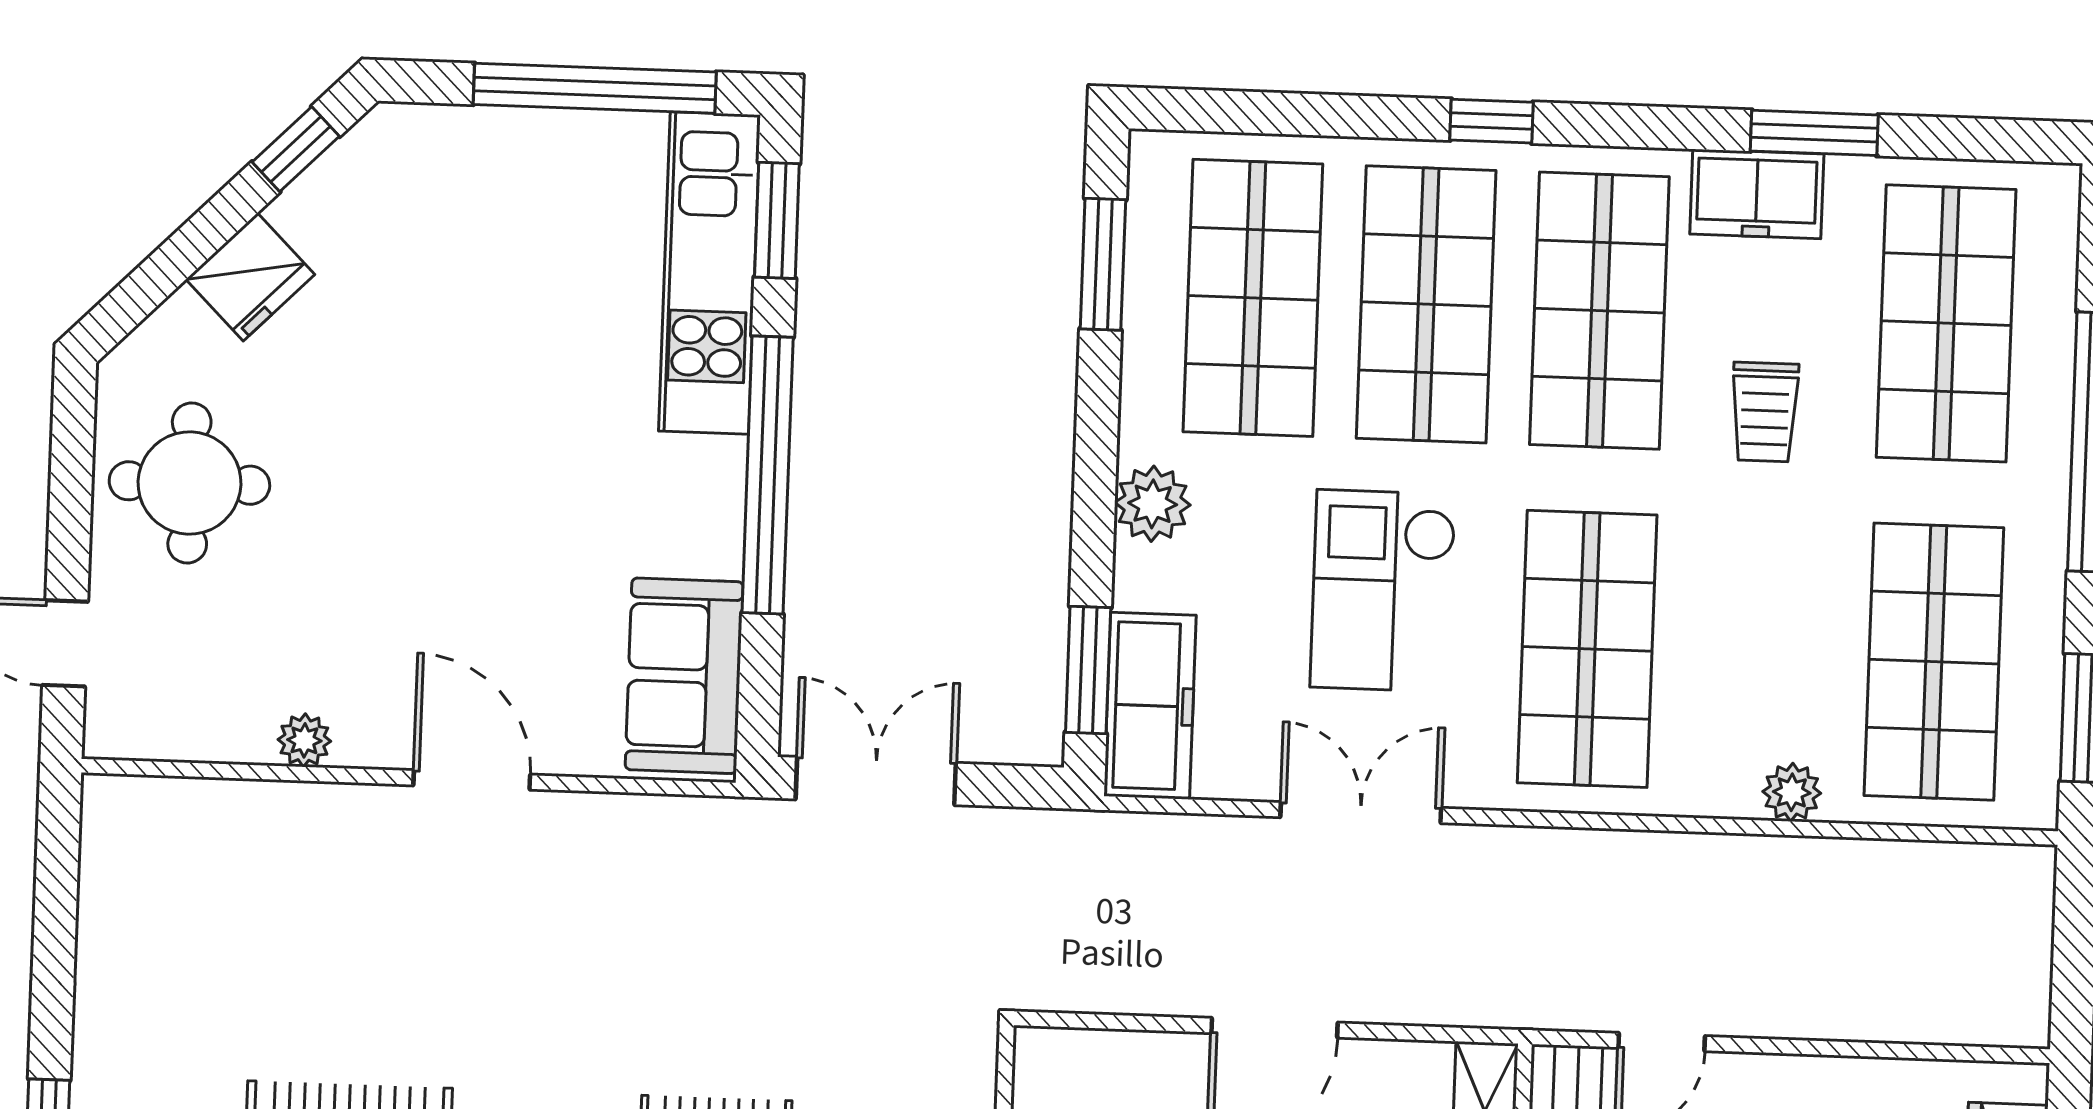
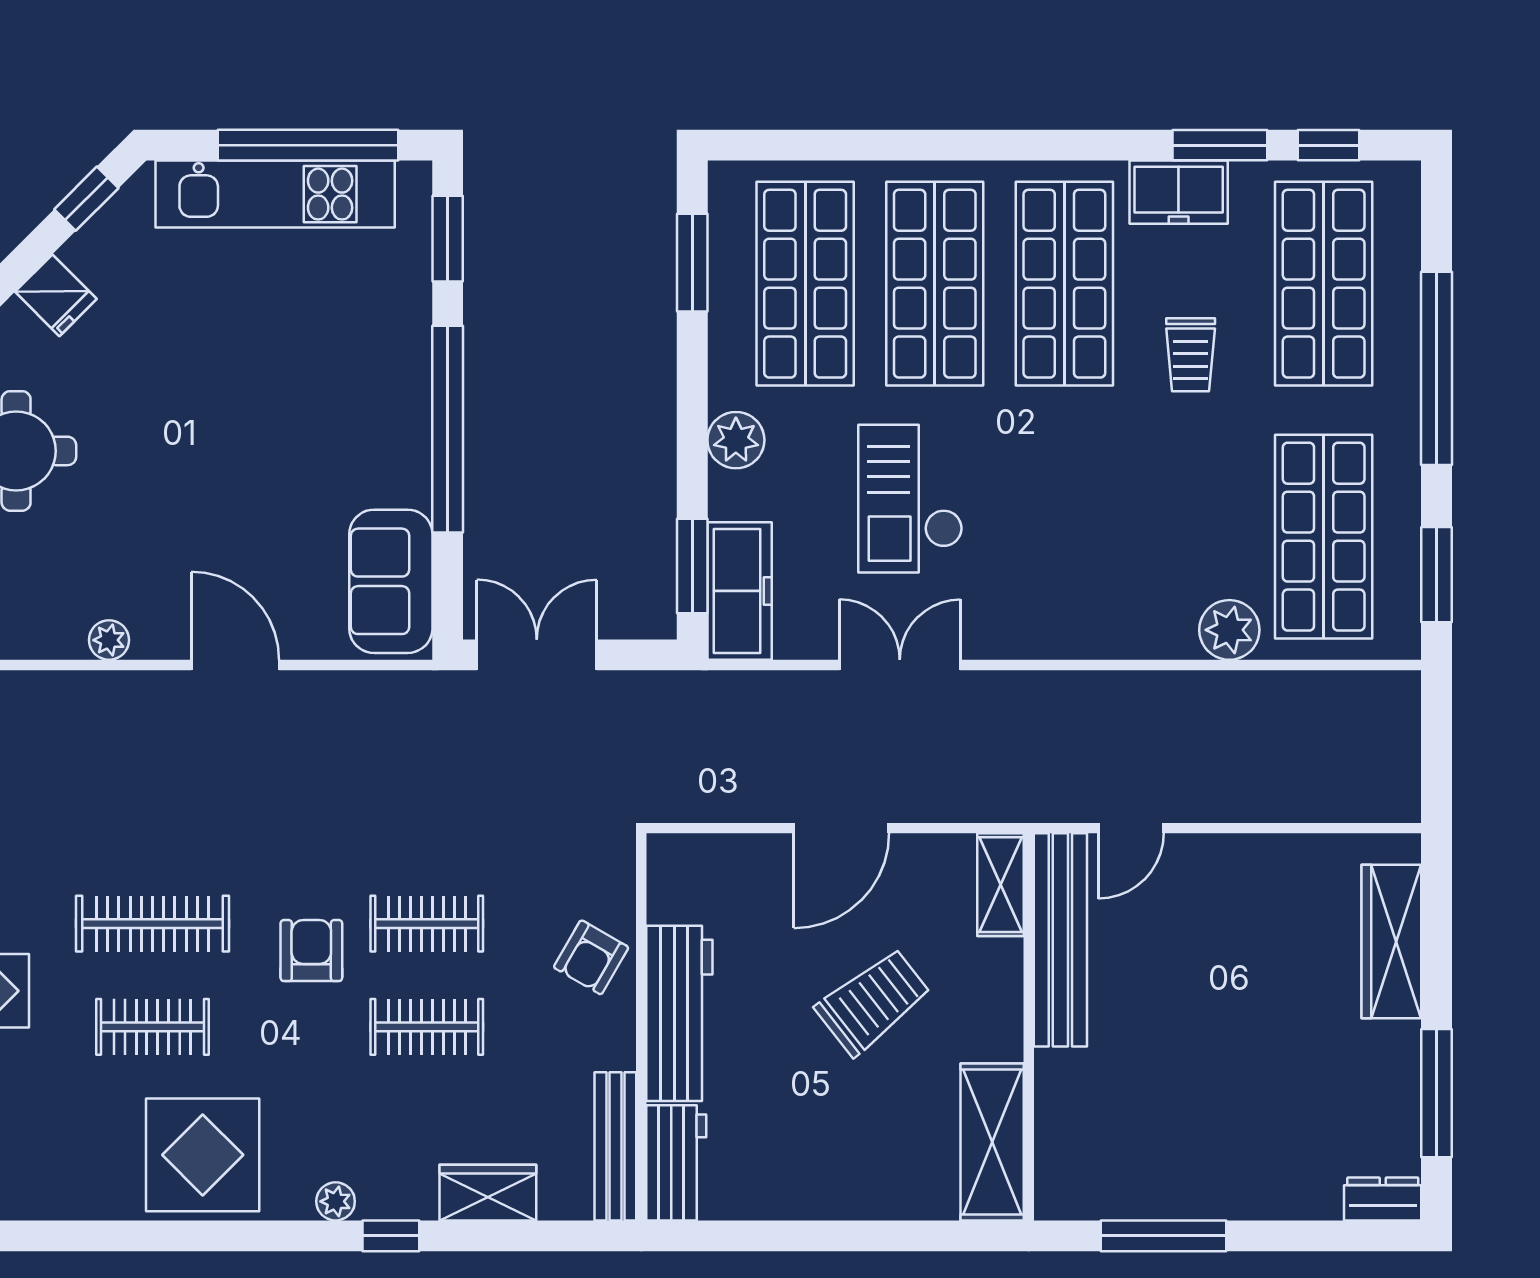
window: (1492, 121) -> (1328, 145), moved
kitchen unit: (709, 273) -> (275, 194), moved, turned -90
fridge: (250, 277) -> (56, 295), width x0.72
shop shelf: (1587, 649) -> (1064, 537), removed
plant: (1792, 792) -> (1229, 630), width x1.38, depth x1.38

